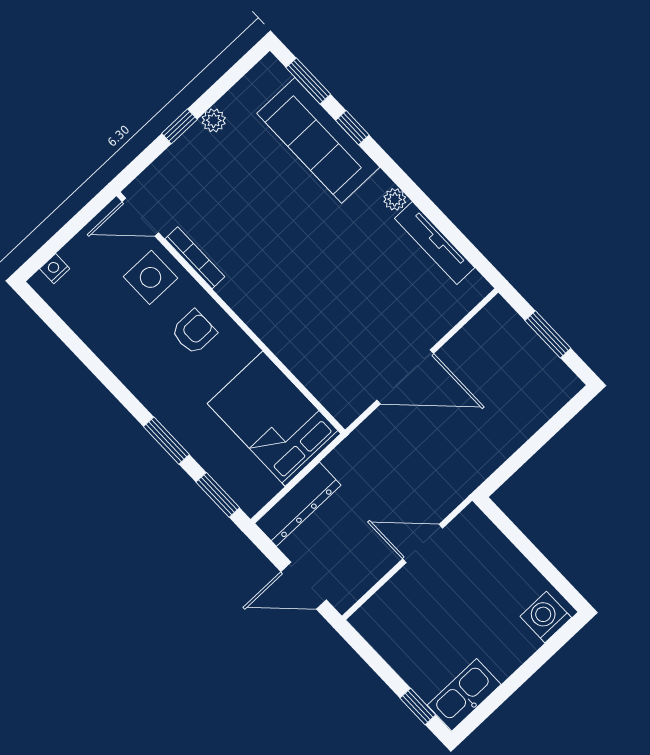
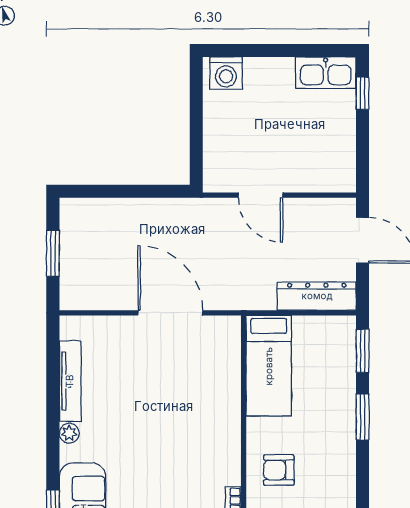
bed: (274, 419) -> (269, 366), width x0.67

